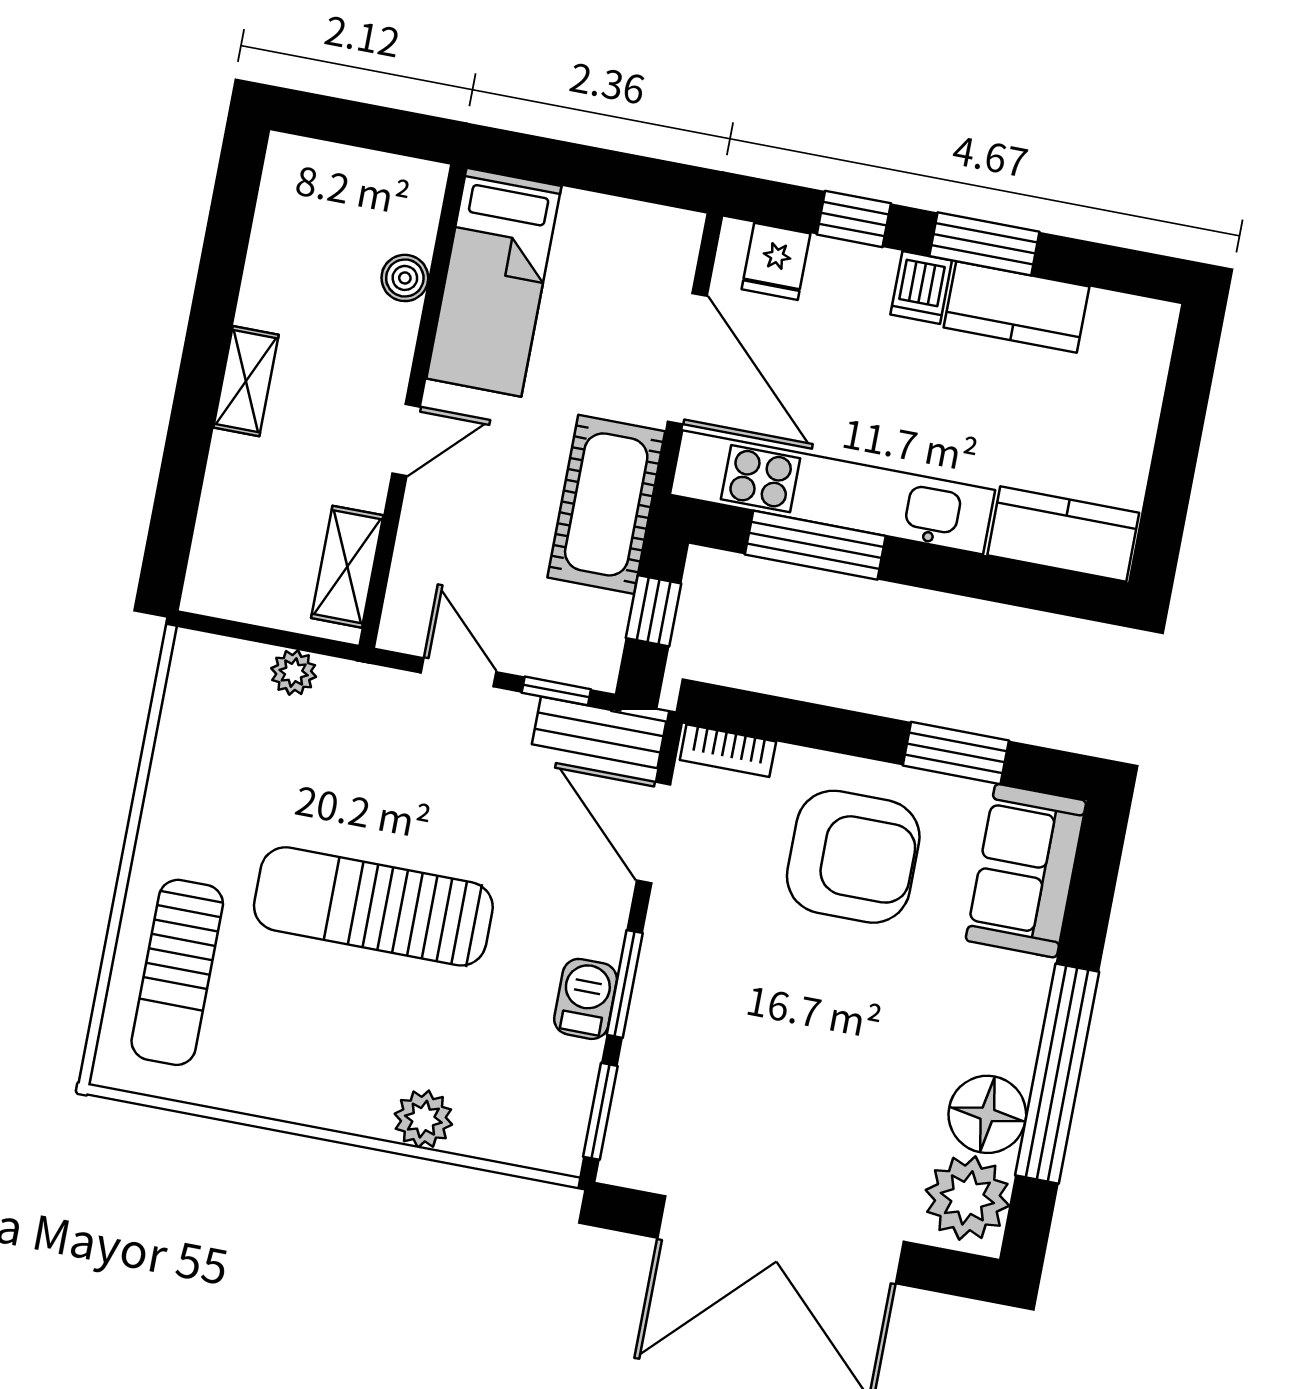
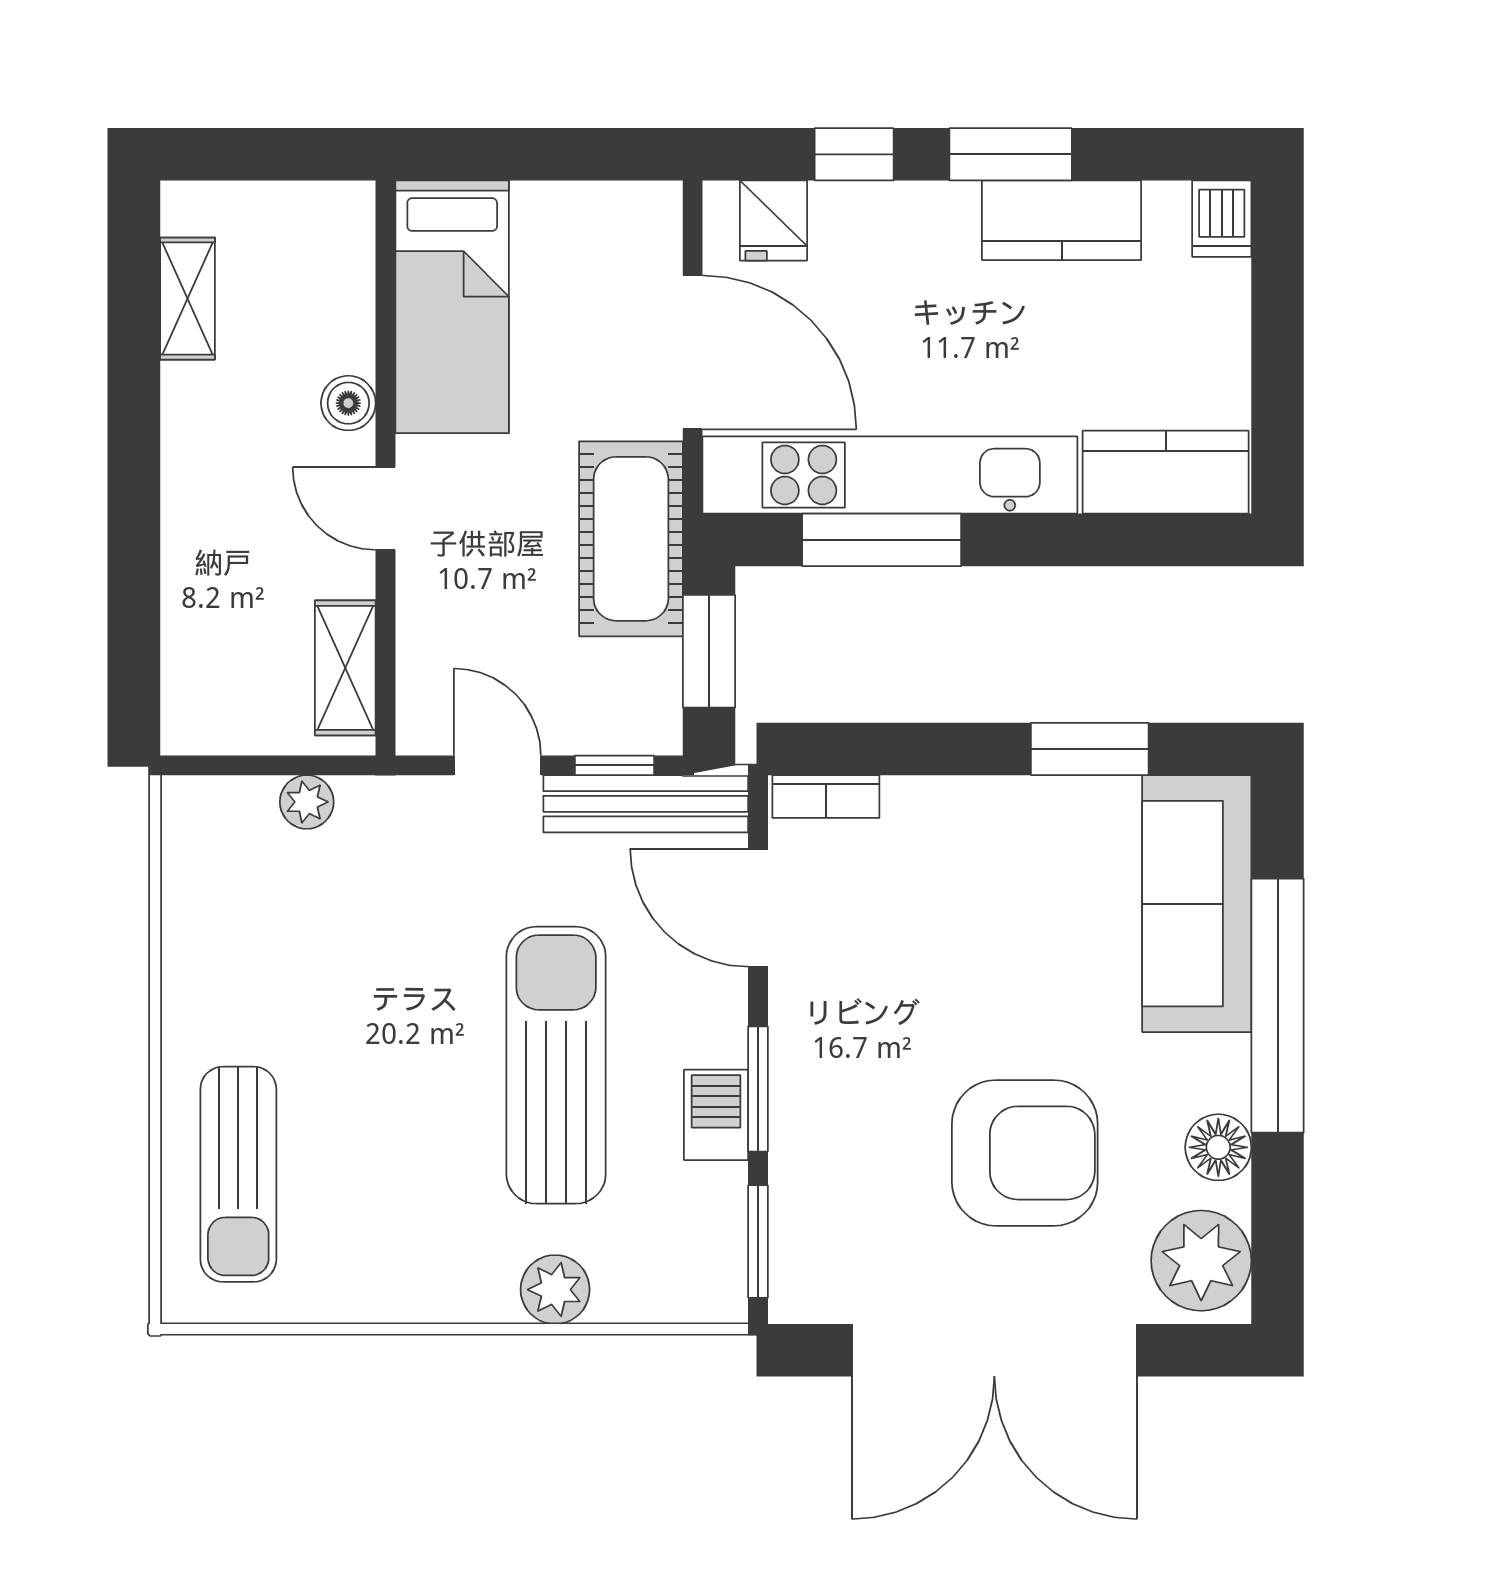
boiler: (405, 278) -> (348, 403), moved
dishwasher: (921, 287) -> (1222, 219), moved
shelving: (246, 381) -> (187, 299), moved
door: (406, 440) -> (385, 508), swing flipped
window: (653, 611) -> (709, 651), width x1.50
bench: (599, 732) -> (646, 804), width x1.36
armchair: (853, 857) -> (1025, 1153), moved
sofa: (1026, 871) -> (1197, 904), width x1.36
sun lounger: (373, 906) -> (556, 1065), moved, turned 90
window: (1057, 1074) -> (1278, 1006), moved
floor lamp: (987, 1114) -> (1218, 1147), width x0.73, depth x0.73

